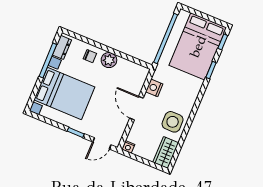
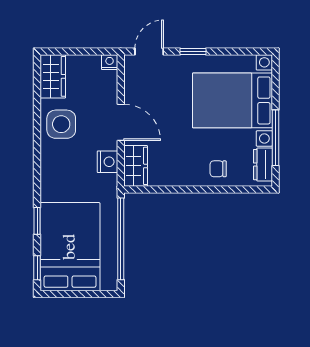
plant: (109, 60) -> (189, 174), removed
wardrobe: (138, 78) -> (136, 166), added

